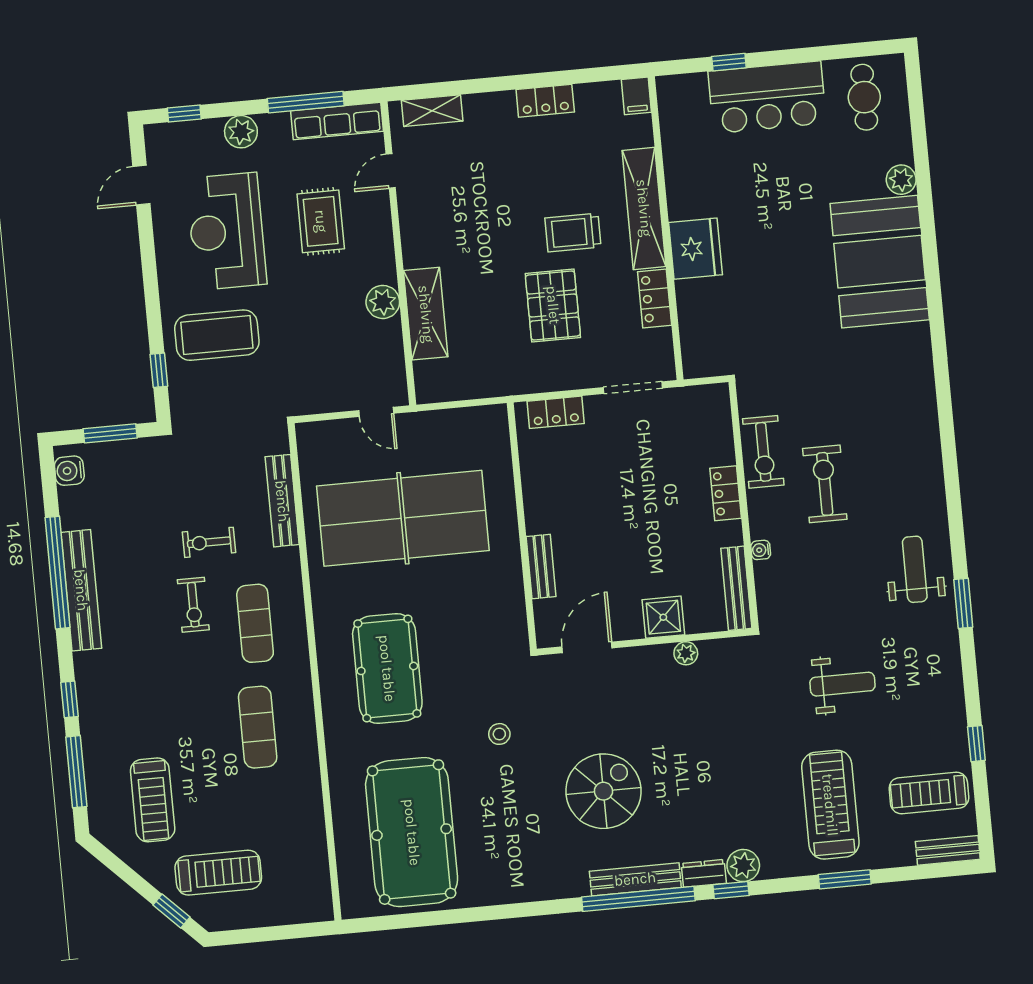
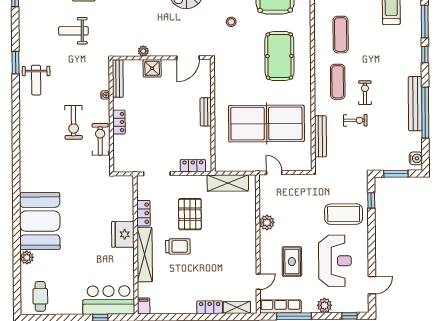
bar counter: (767, 97) -> (109, 300), moved
locker: (545, 101) -> (210, 307), moved
shelving: (426, 314) -> (228, 183), moved, turned 90
bench: (541, 567) -> (206, 112), moved

